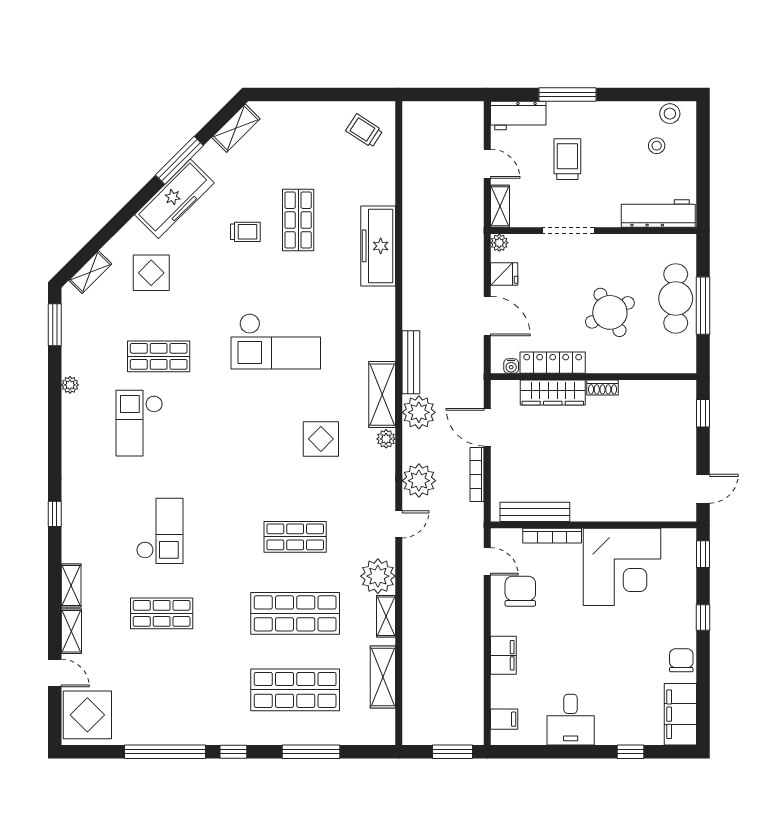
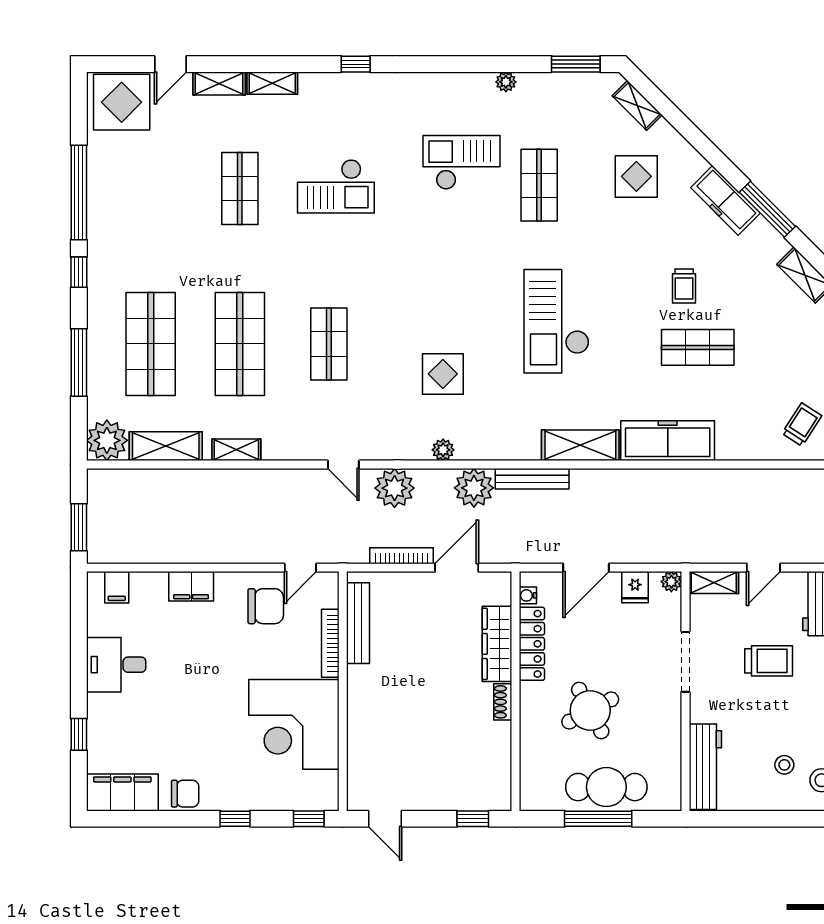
freezer: (174, 199) -> (725, 200), width x0.73, depth x0.79
shelving: (382, 395) -> (580, 445), moved
plant: (378, 576) -> (107, 440), moved

